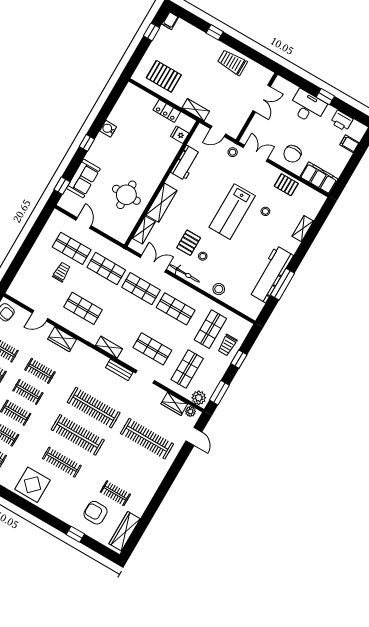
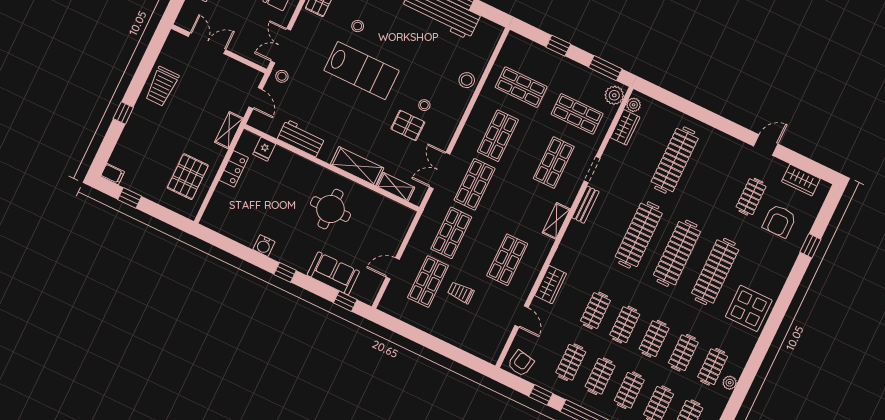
round table: (126, 195) -> (330, 209), moved
bicycle: (185, 273) -> (449, 127), removed
trolley: (227, 345) -> (541, 63), removed
door: (194, 436) -> (766, 145), moved
clothes rail: (62, 462) -> (715, 272), width x1.37, depth x1.31
wardrobe: (125, 531) -> (801, 180), width x0.67

